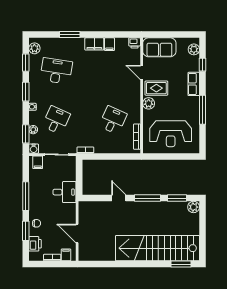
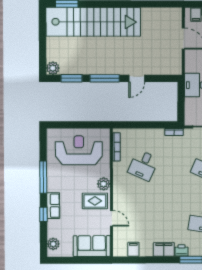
printer: (135, 43) -> (182, 250), moved
filing cabinet: (109, 44) -> (133, 249), moved
window: (203, 65) -> (43, 214), moved
door: (119, 198) -> (137, 78), hinge flipped

